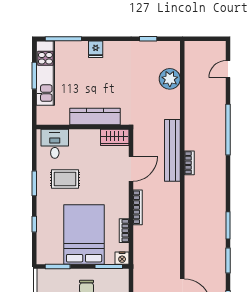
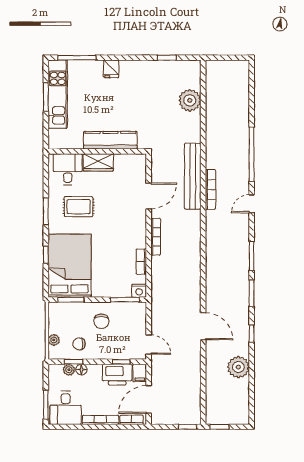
door: (228, 69) -> (252, 204), moved
wardrobe: (115, 137) -> (98, 162), moved
bookcase: (189, 163) -> (211, 189), width x1.56
bed: (84, 235) -> (69, 266), moved

